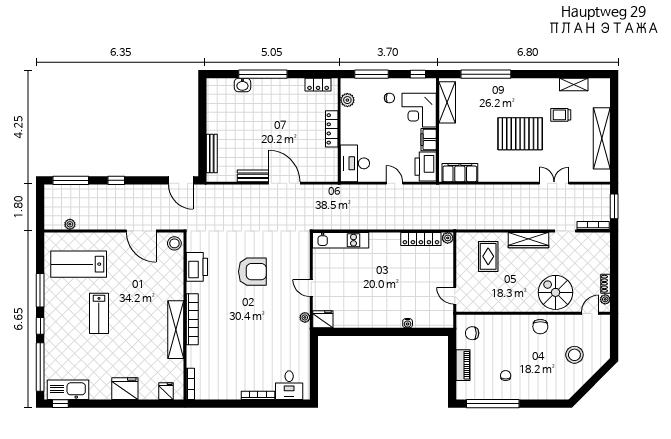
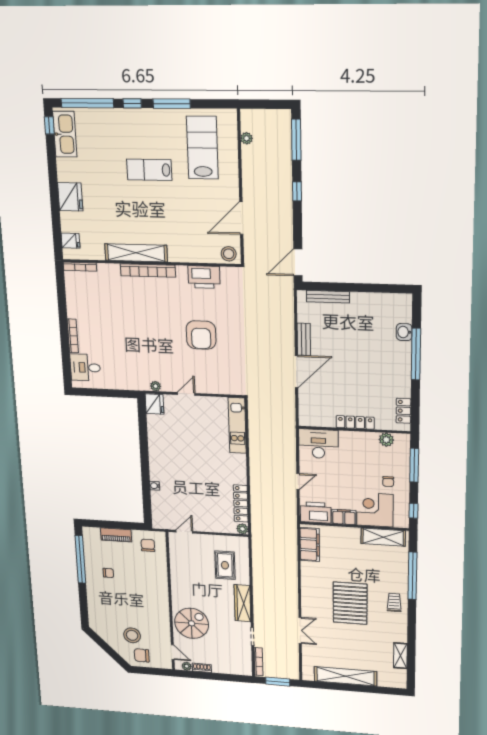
trolley: (561, 115) -> (394, 602), moved
rug: (488, 256) -> (225, 565), turned 90
chair: (540, 327) -> (142, 655), moved

